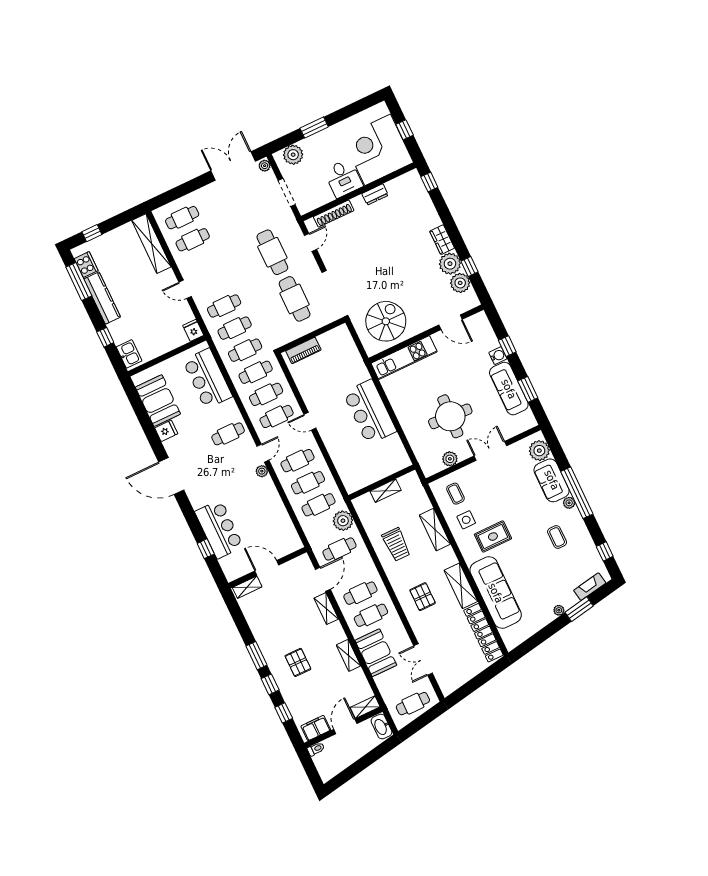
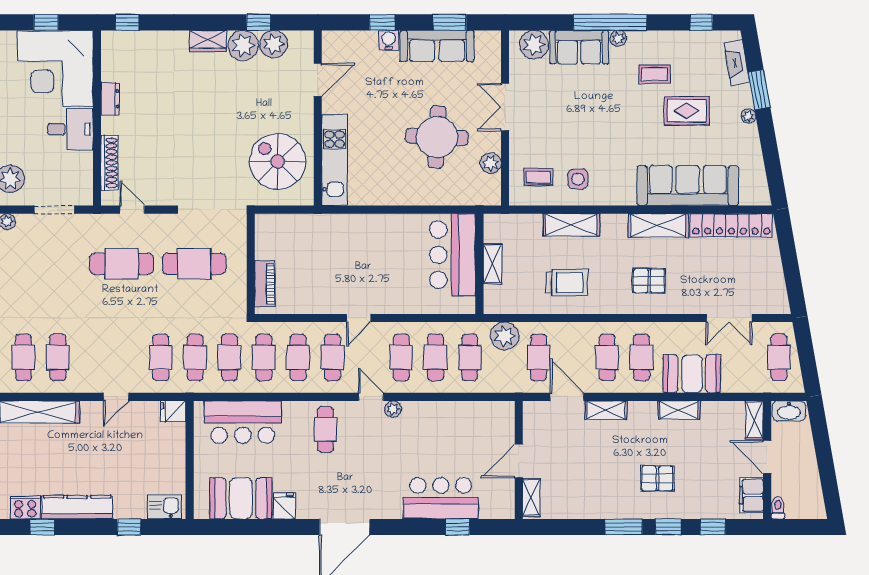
window: (79, 282) -> (42, 527), width x0.46
bar counter: (370, 412) -> (453, 255), moved, turned 90
rug: (493, 537) -> (687, 111), moved, turned 90

